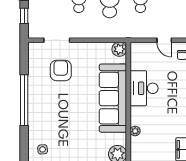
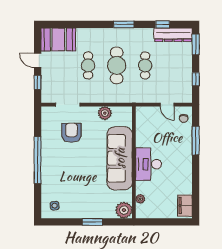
plant: (119, 49) -> (105, 113), moved
desk: (144, 88) -> (149, 164), moved
plant: (135, 131) -> (140, 199), moved

